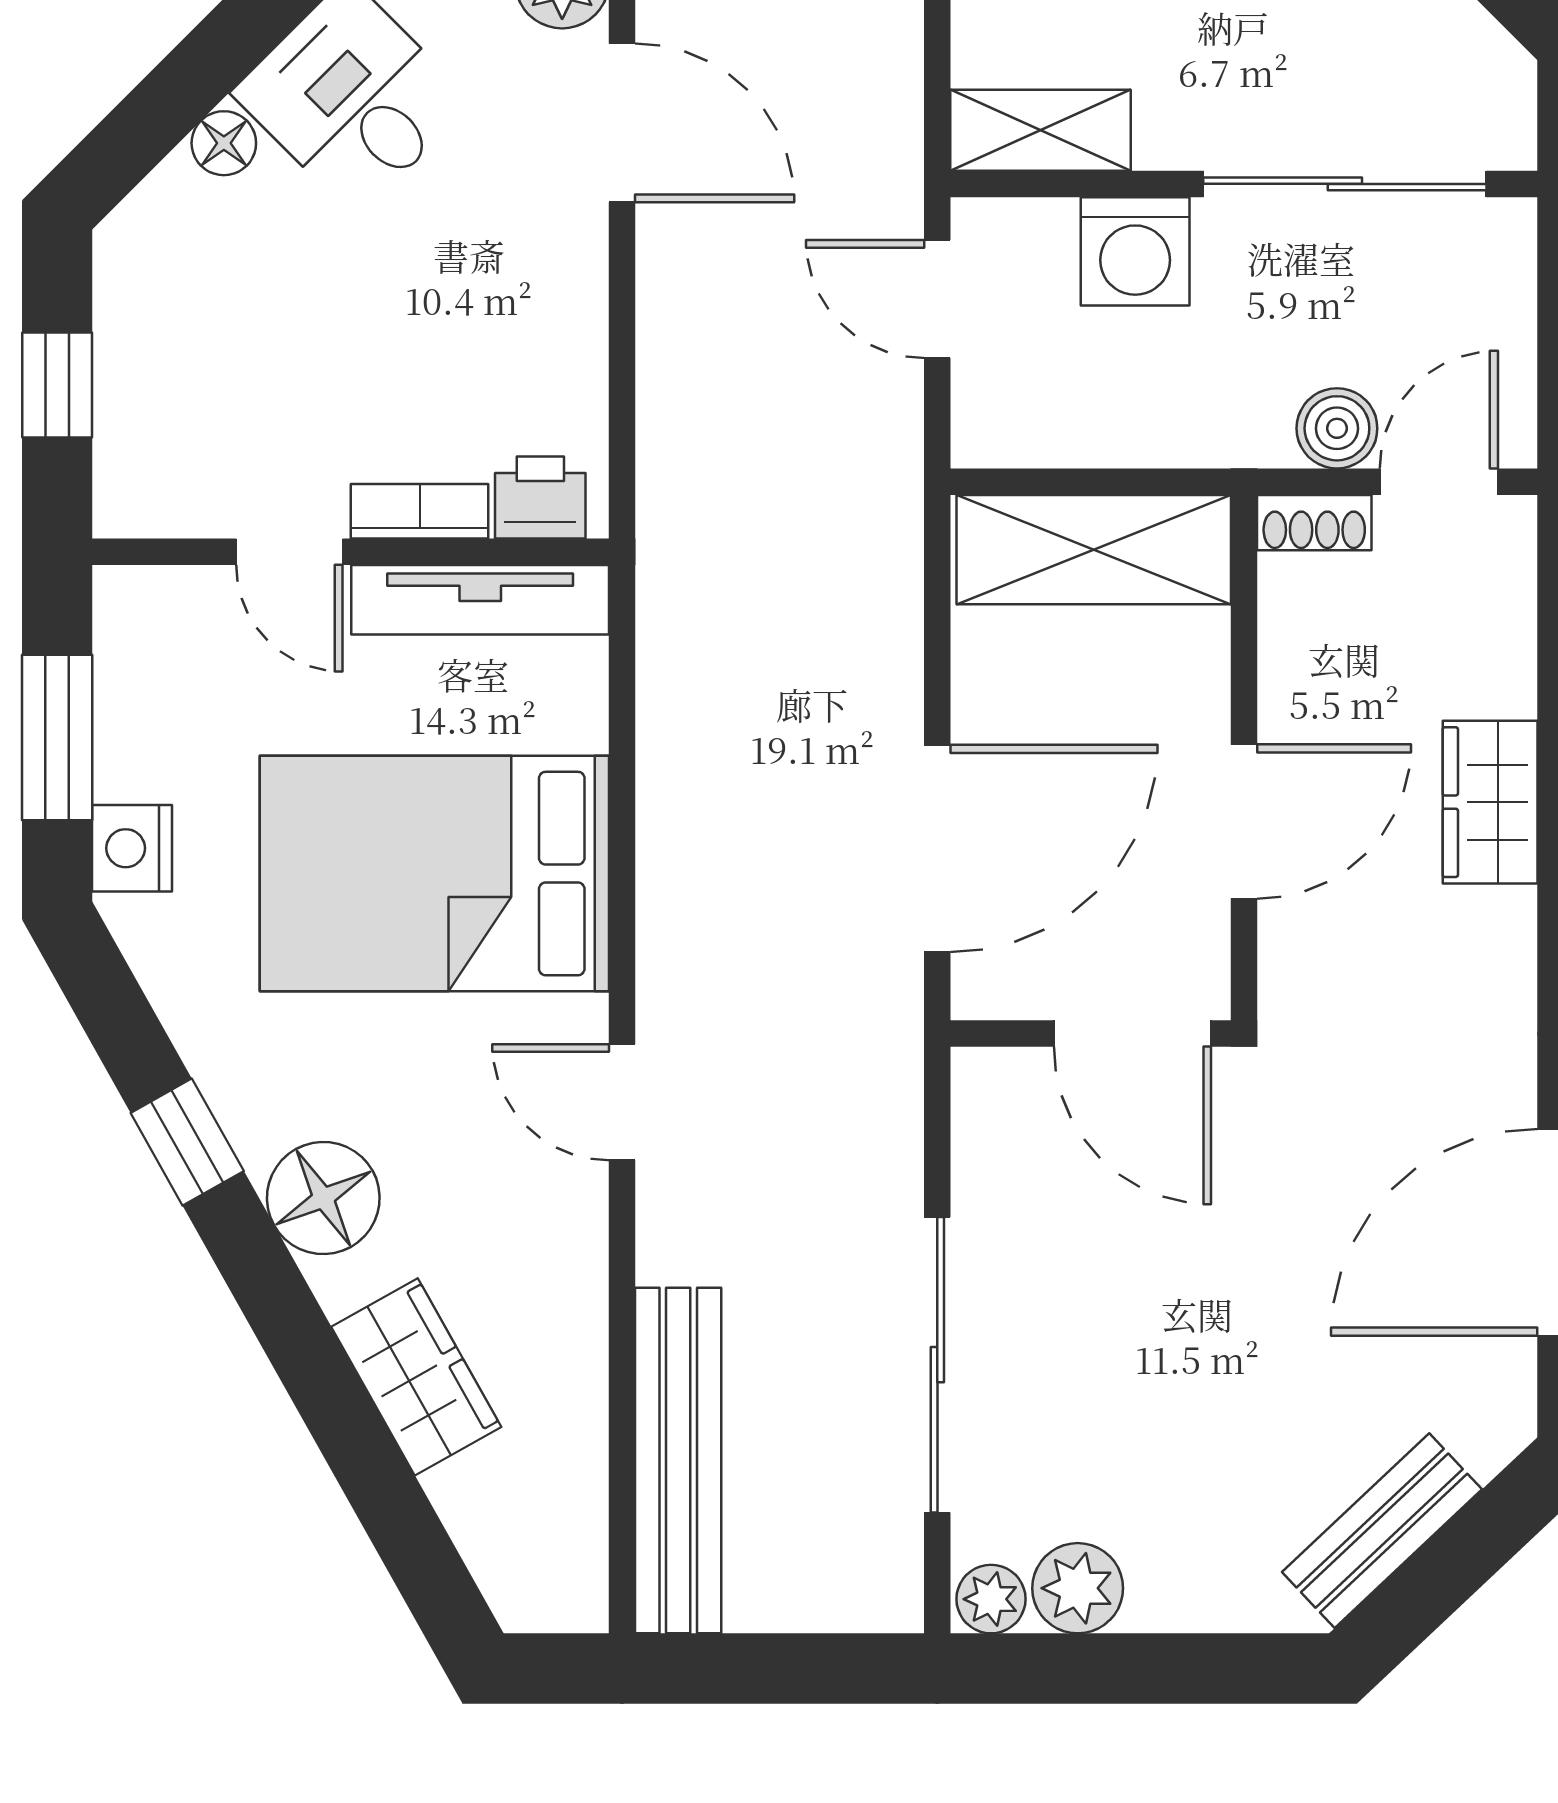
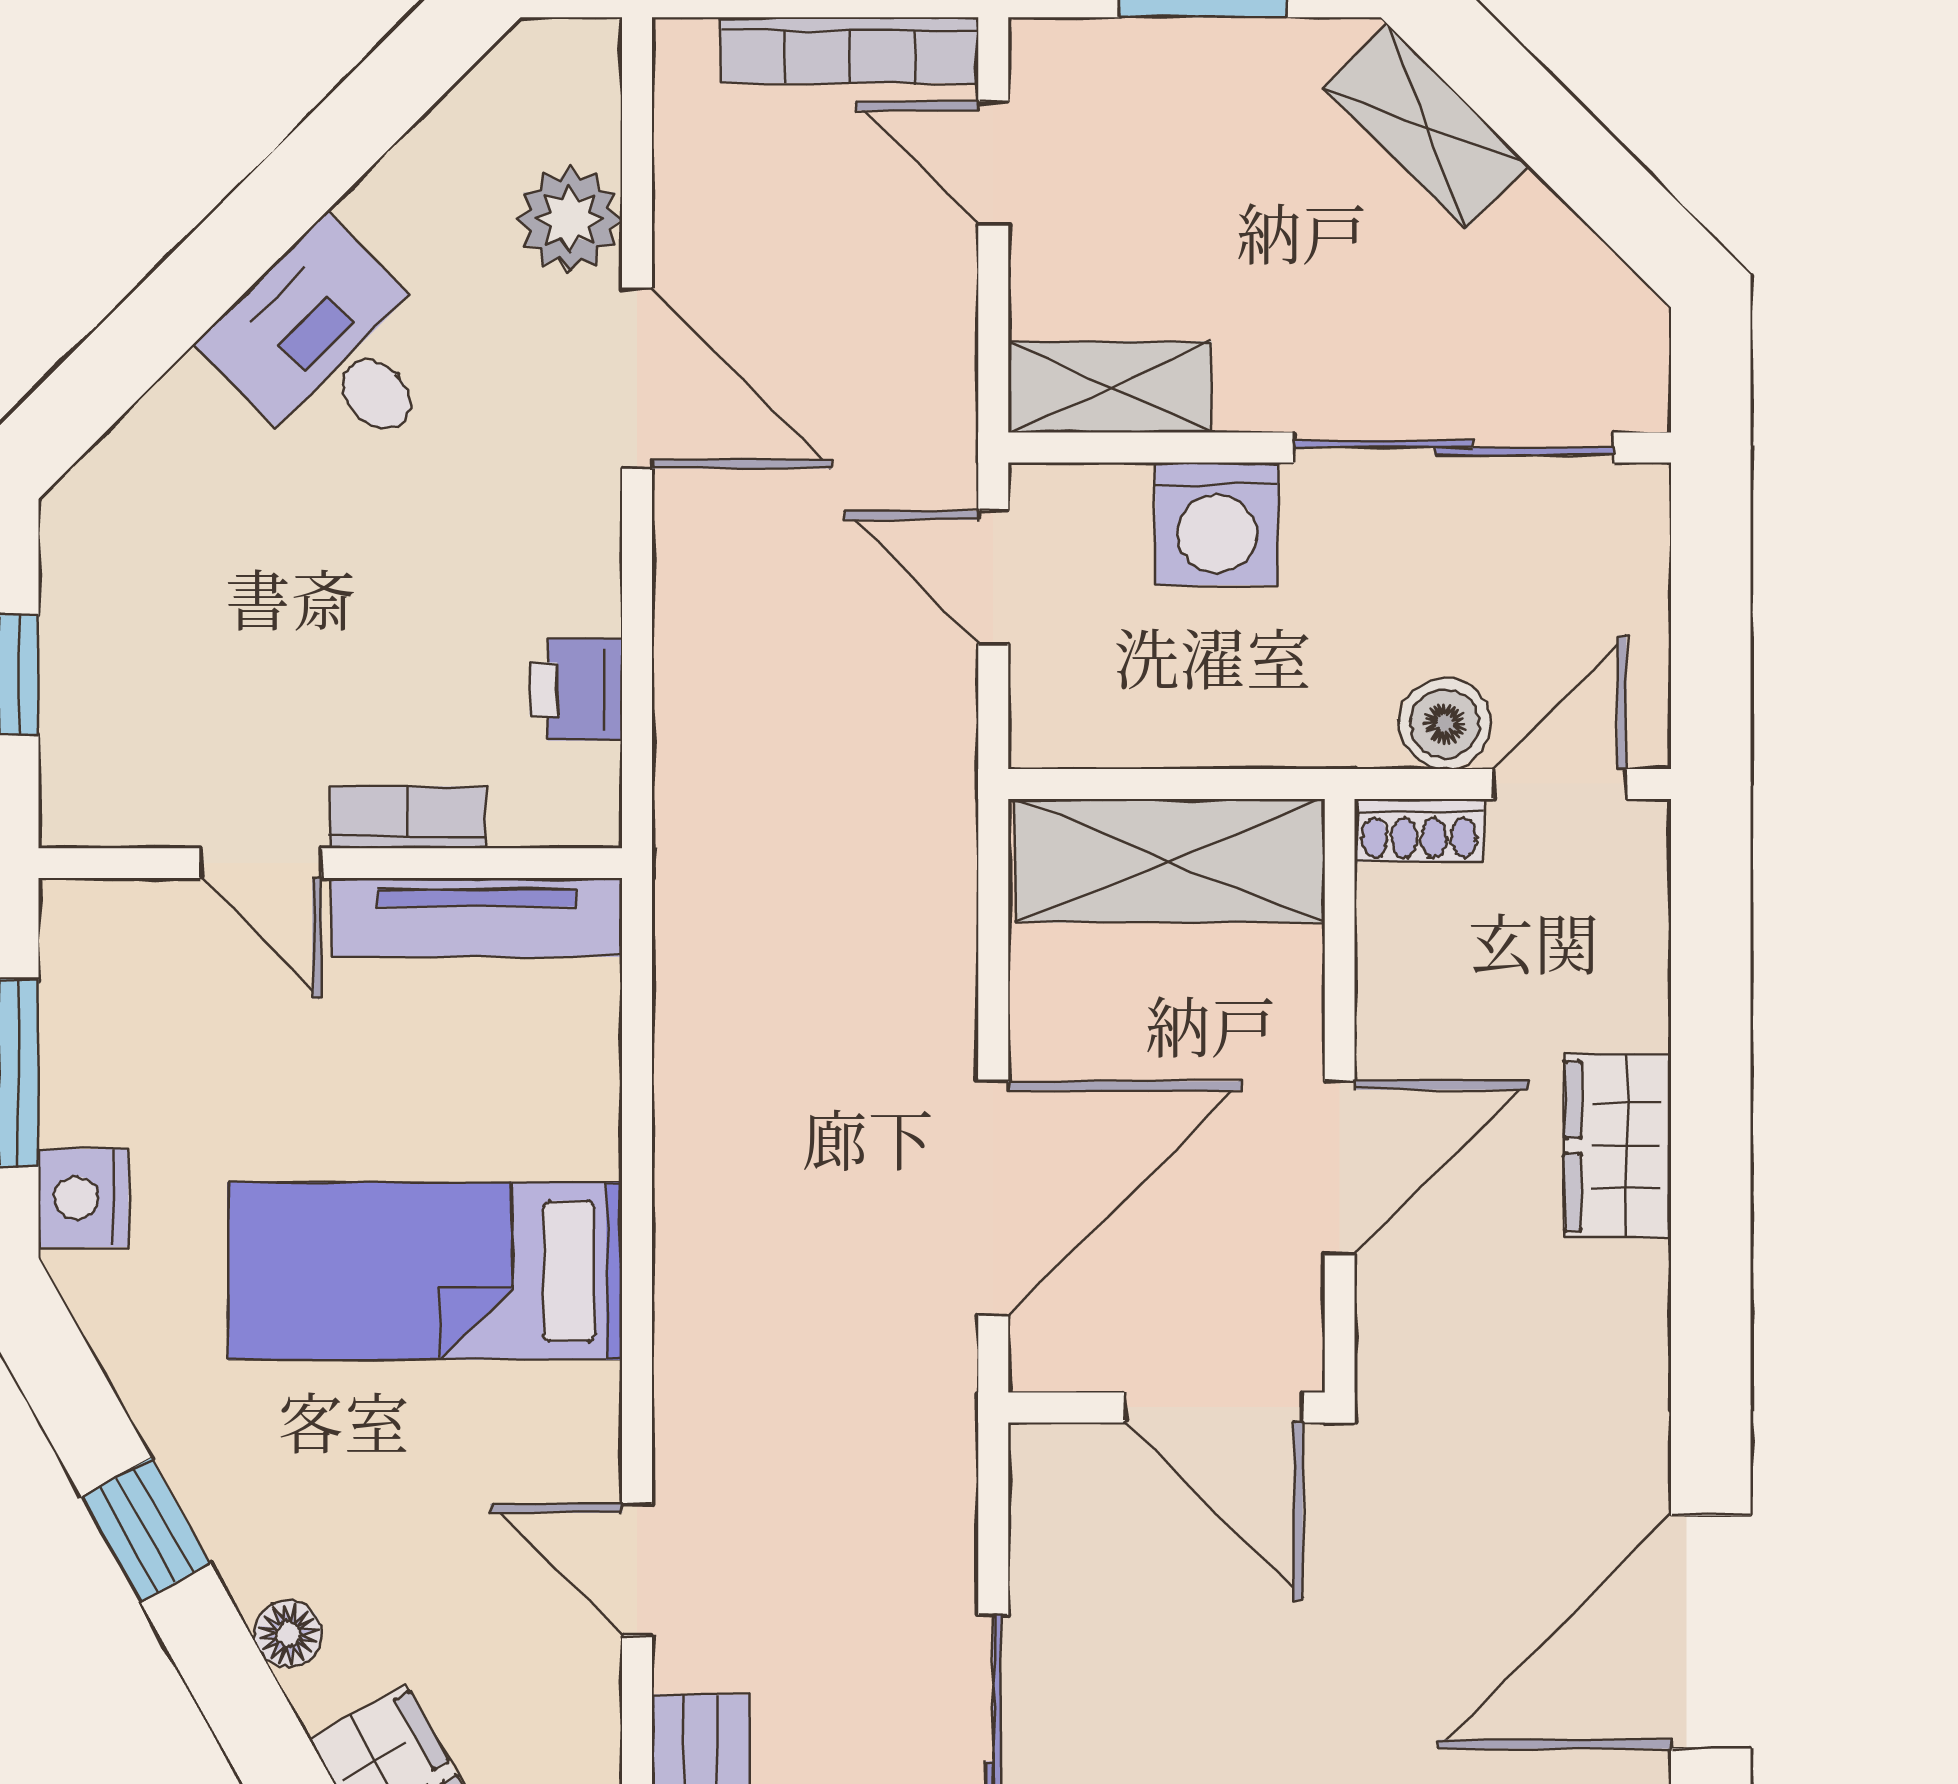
floor lamp: (224, 143) -> (187, 401), removed
printer: (540, 498) -> (576, 689), moved, turned -90
bed: (434, 874) -> (425, 1271), width x0.67
door: (622, 1102) -> (637, 1570), moved
floor lamp: (323, 1198) -> (288, 1634), width x0.53, depth x0.53

